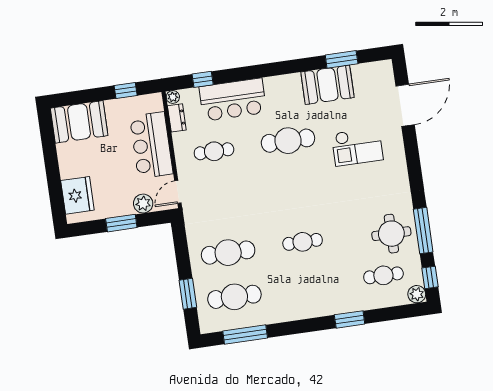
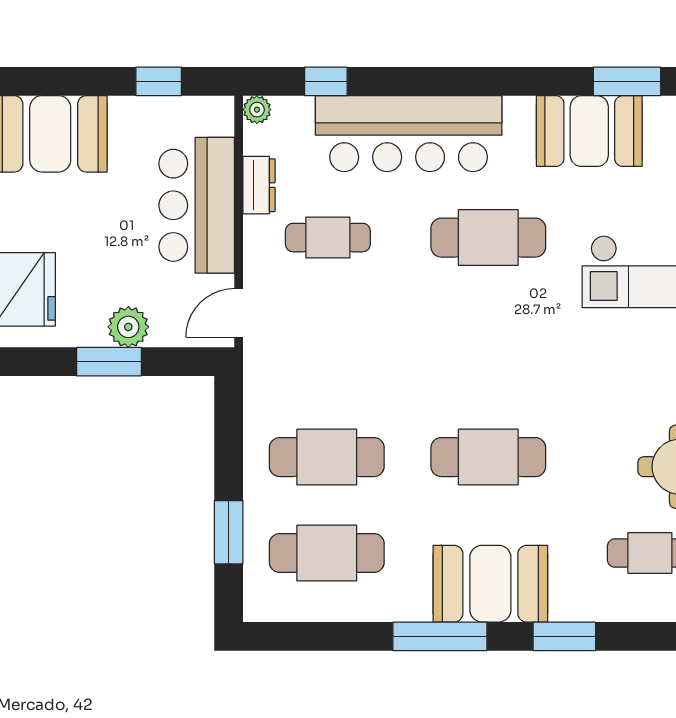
bar counter: (233, 100) -> (409, 134), width x1.36
dresser: (177, 118) -> (259, 185), moved
plant: (143, 204) -> (128, 327), moved
cafe table: (303, 242) -> (488, 457), width x1.37, depth x1.35
booth: (312, 300) -> (490, 584), added
window: (245, 335) -> (440, 636), moved

